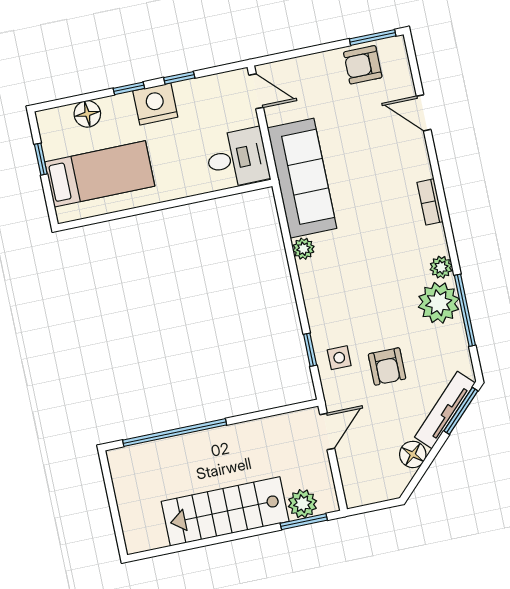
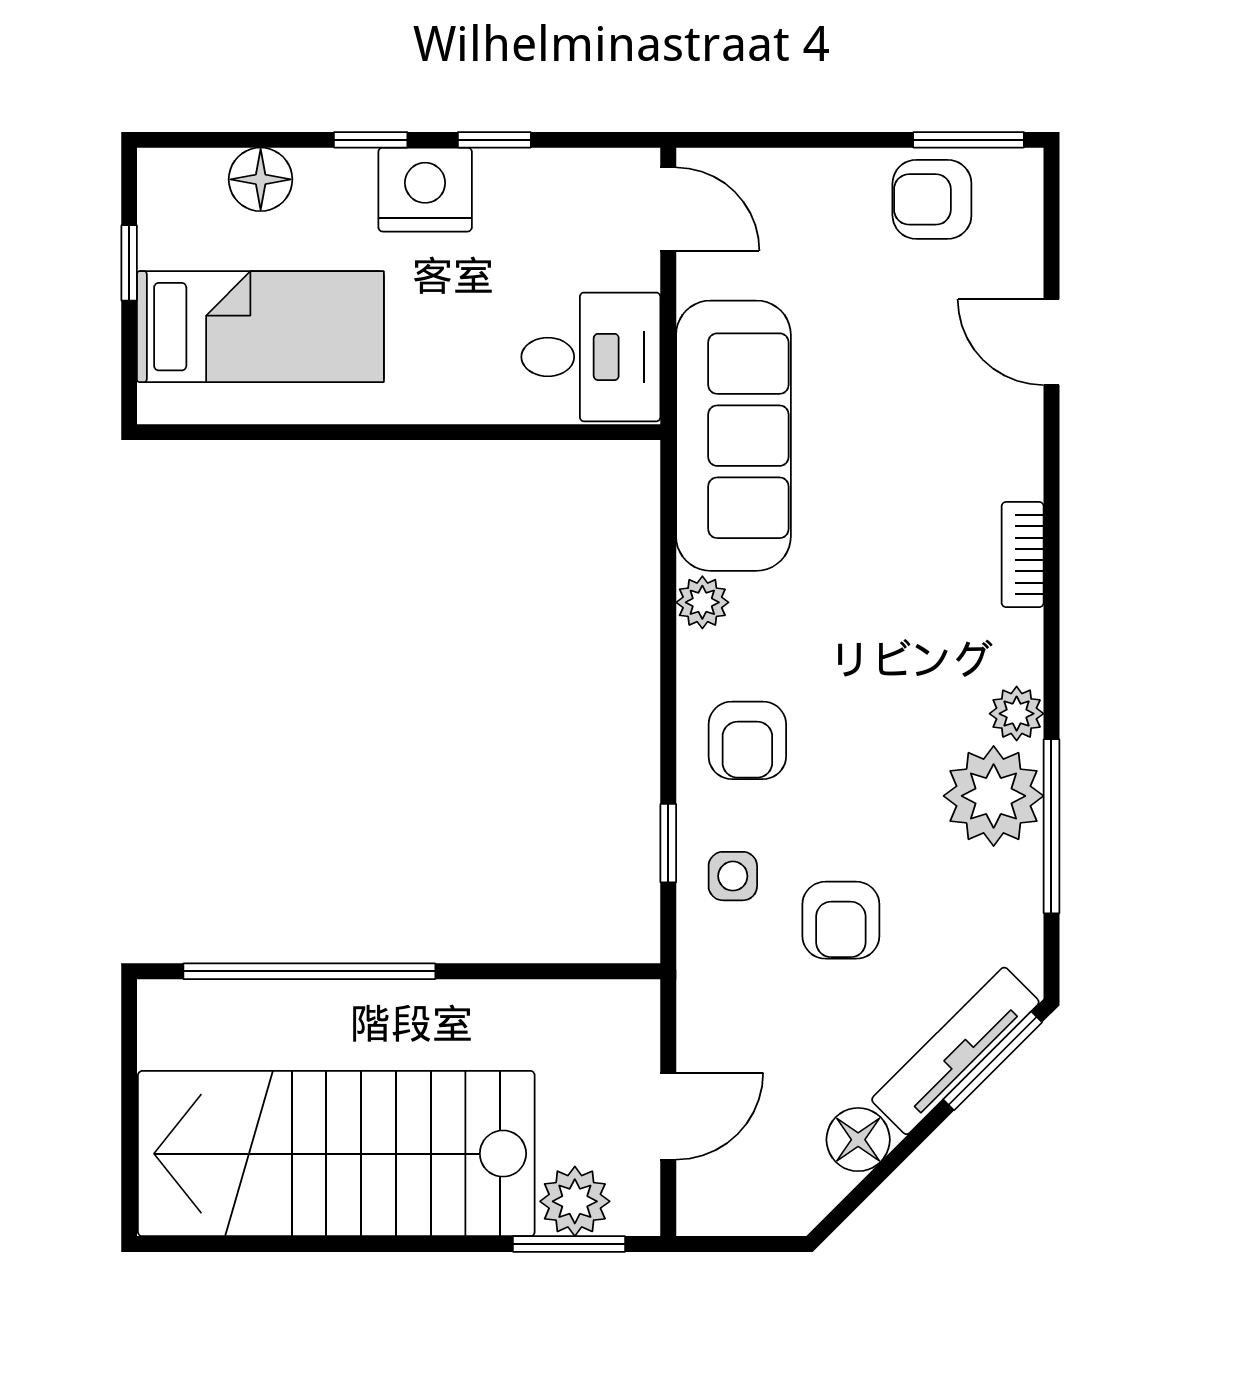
armchair: (334, 301) -> (747, 740), added
door: (327, 432) -> (668, 1116), moved
stairs: (225, 511) -> (336, 1154), width x1.36, depth x1.51

